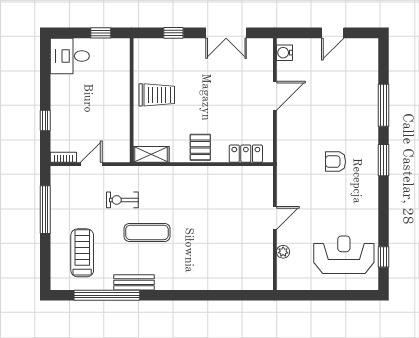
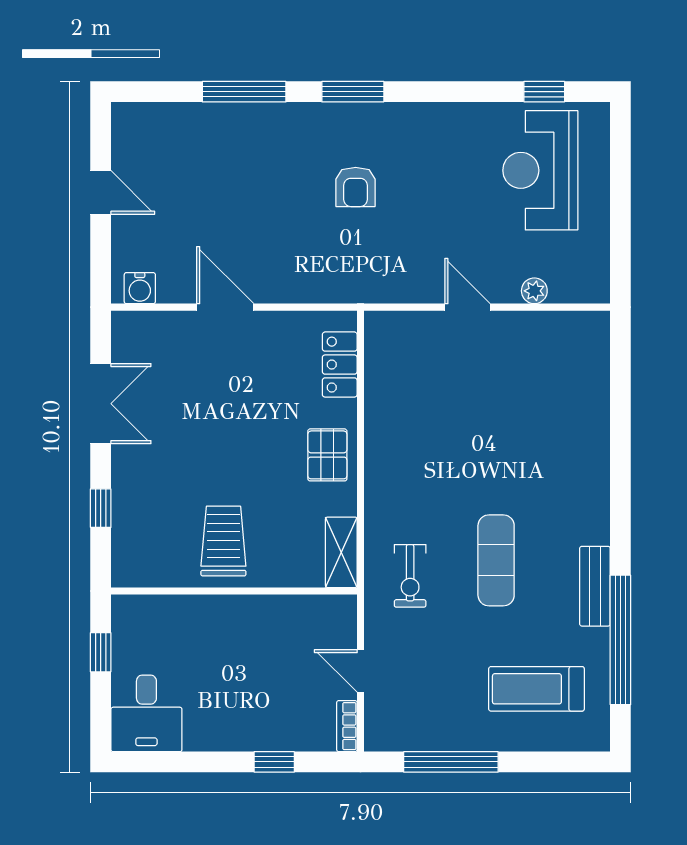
pallet: (200, 147) -> (327, 455), turned 90
exercise bike: (122, 200) -> (410, 576), moved

